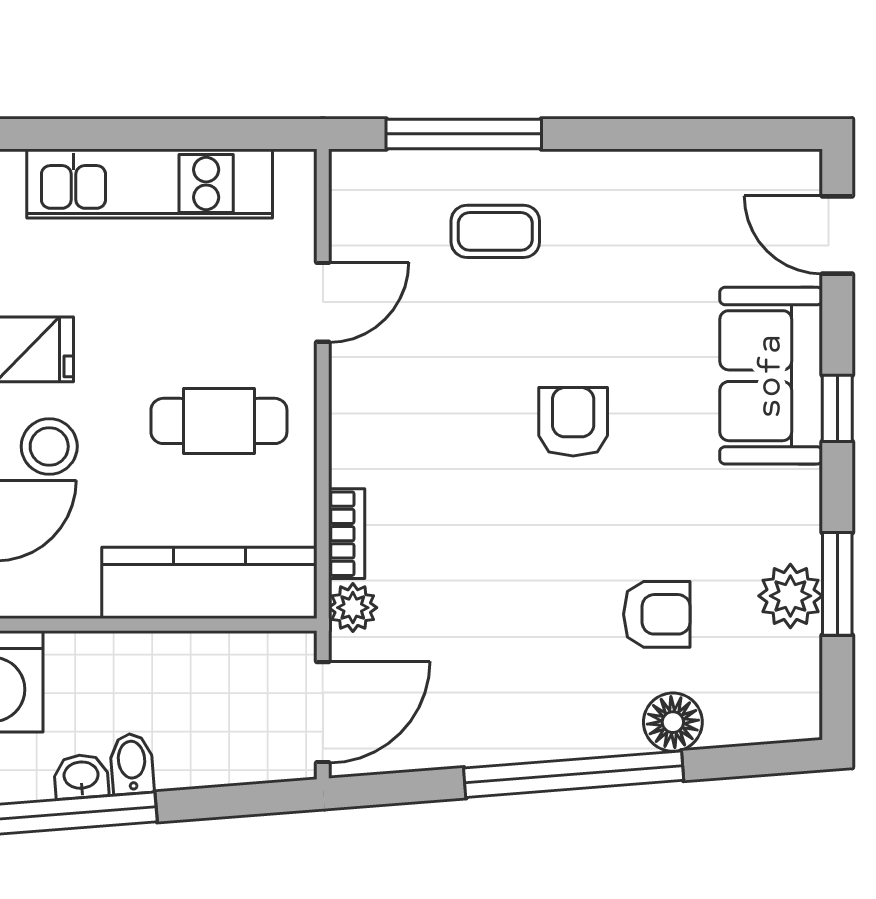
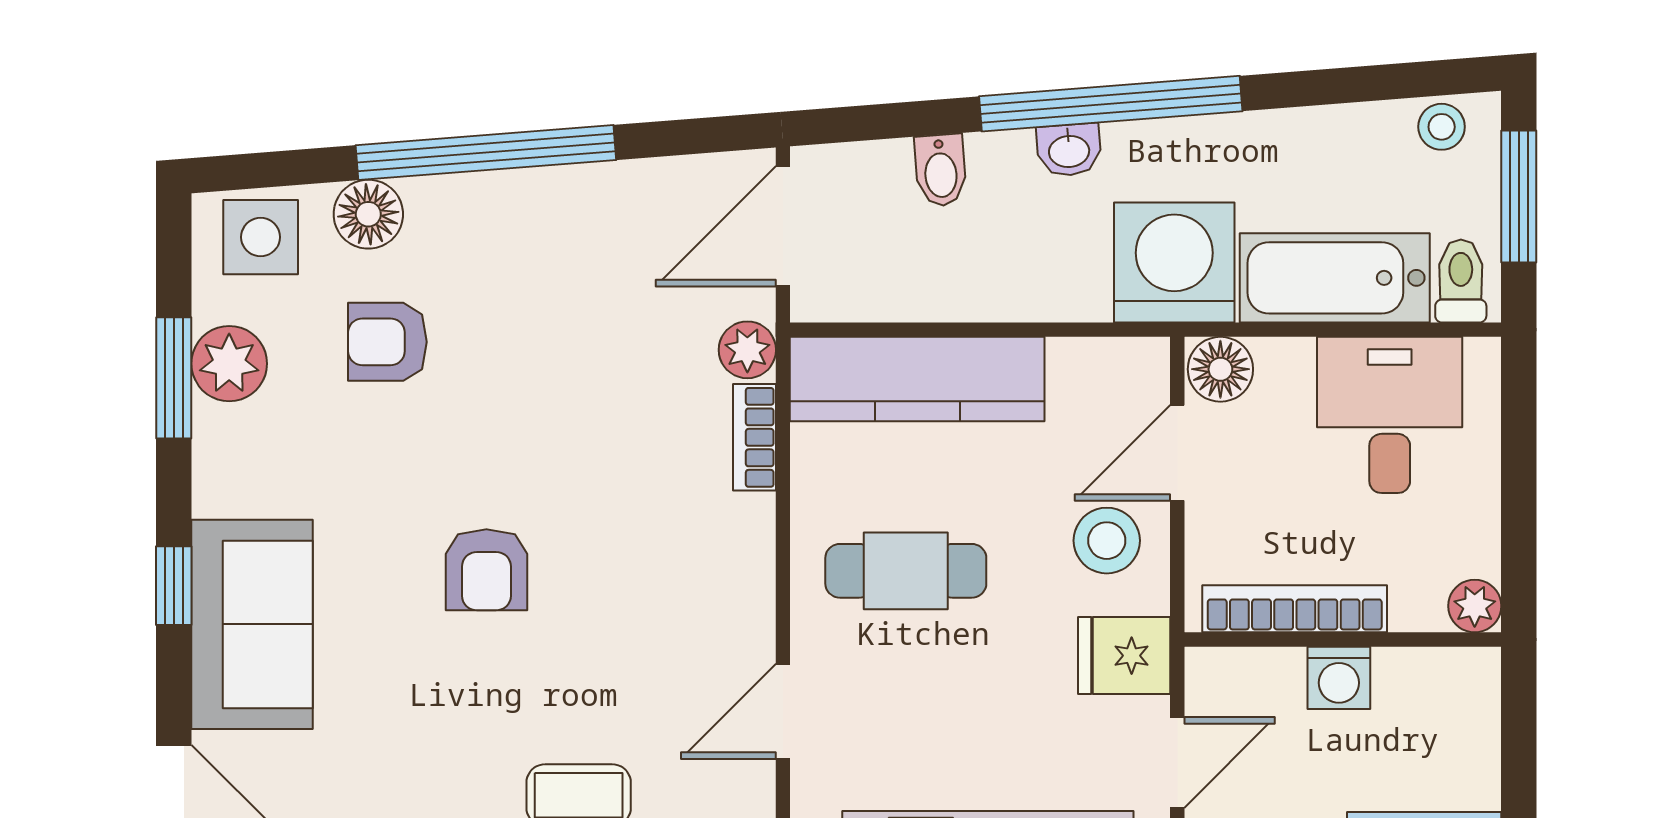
side table: (764, 703) -> (261, 237), added
bidet: (132, 764) -> (941, 170), moved

